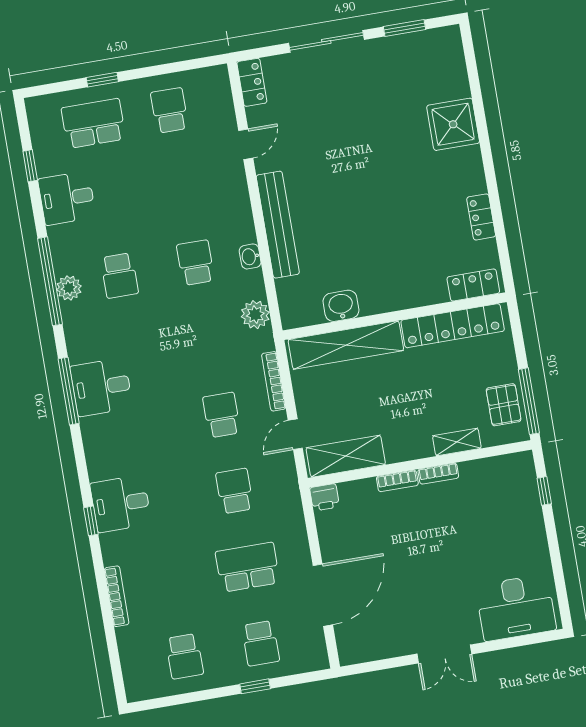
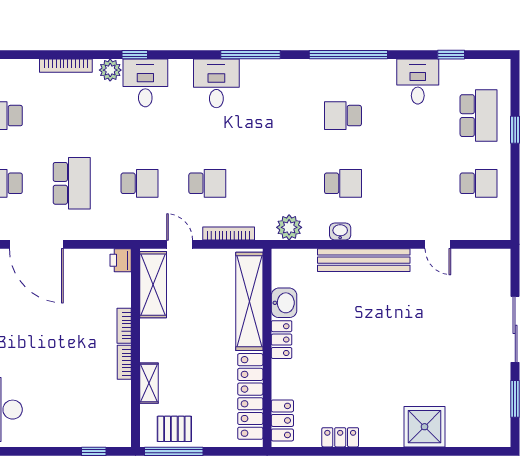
locker: (252, 82) -> (282, 340), moved, turned -90
plant: (69, 288) -> (110, 70), moved
desk: (101, 387) -> (216, 83), moved

